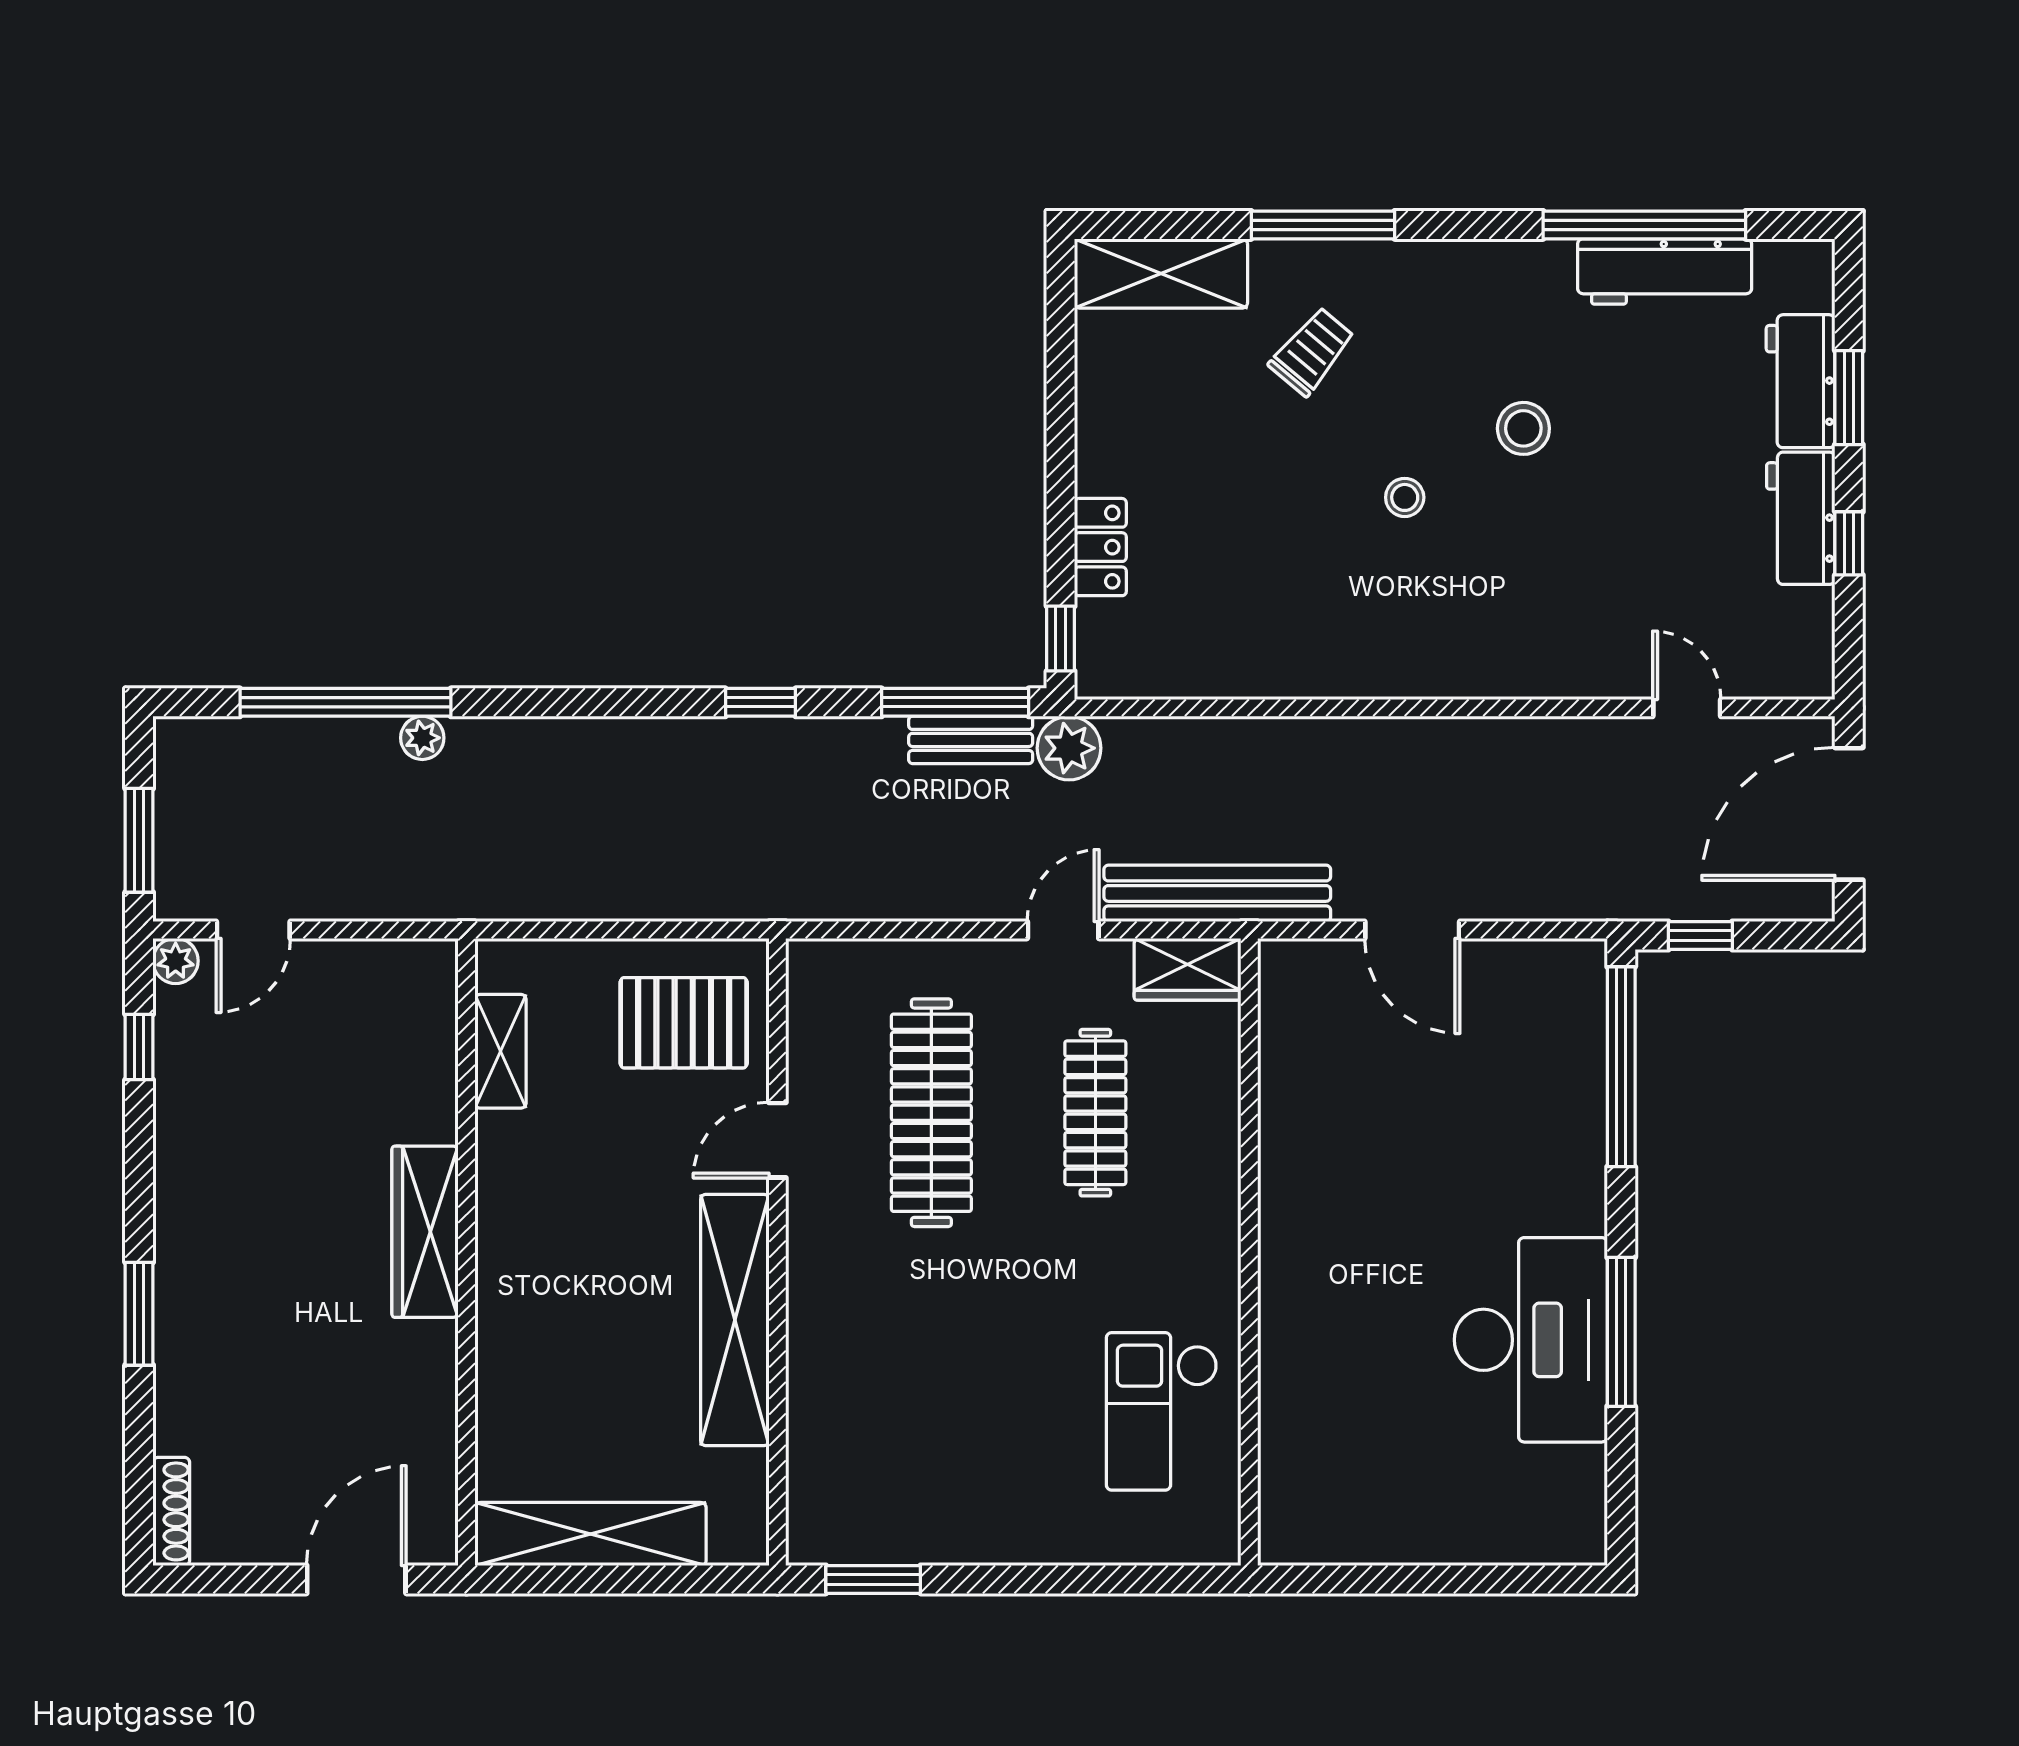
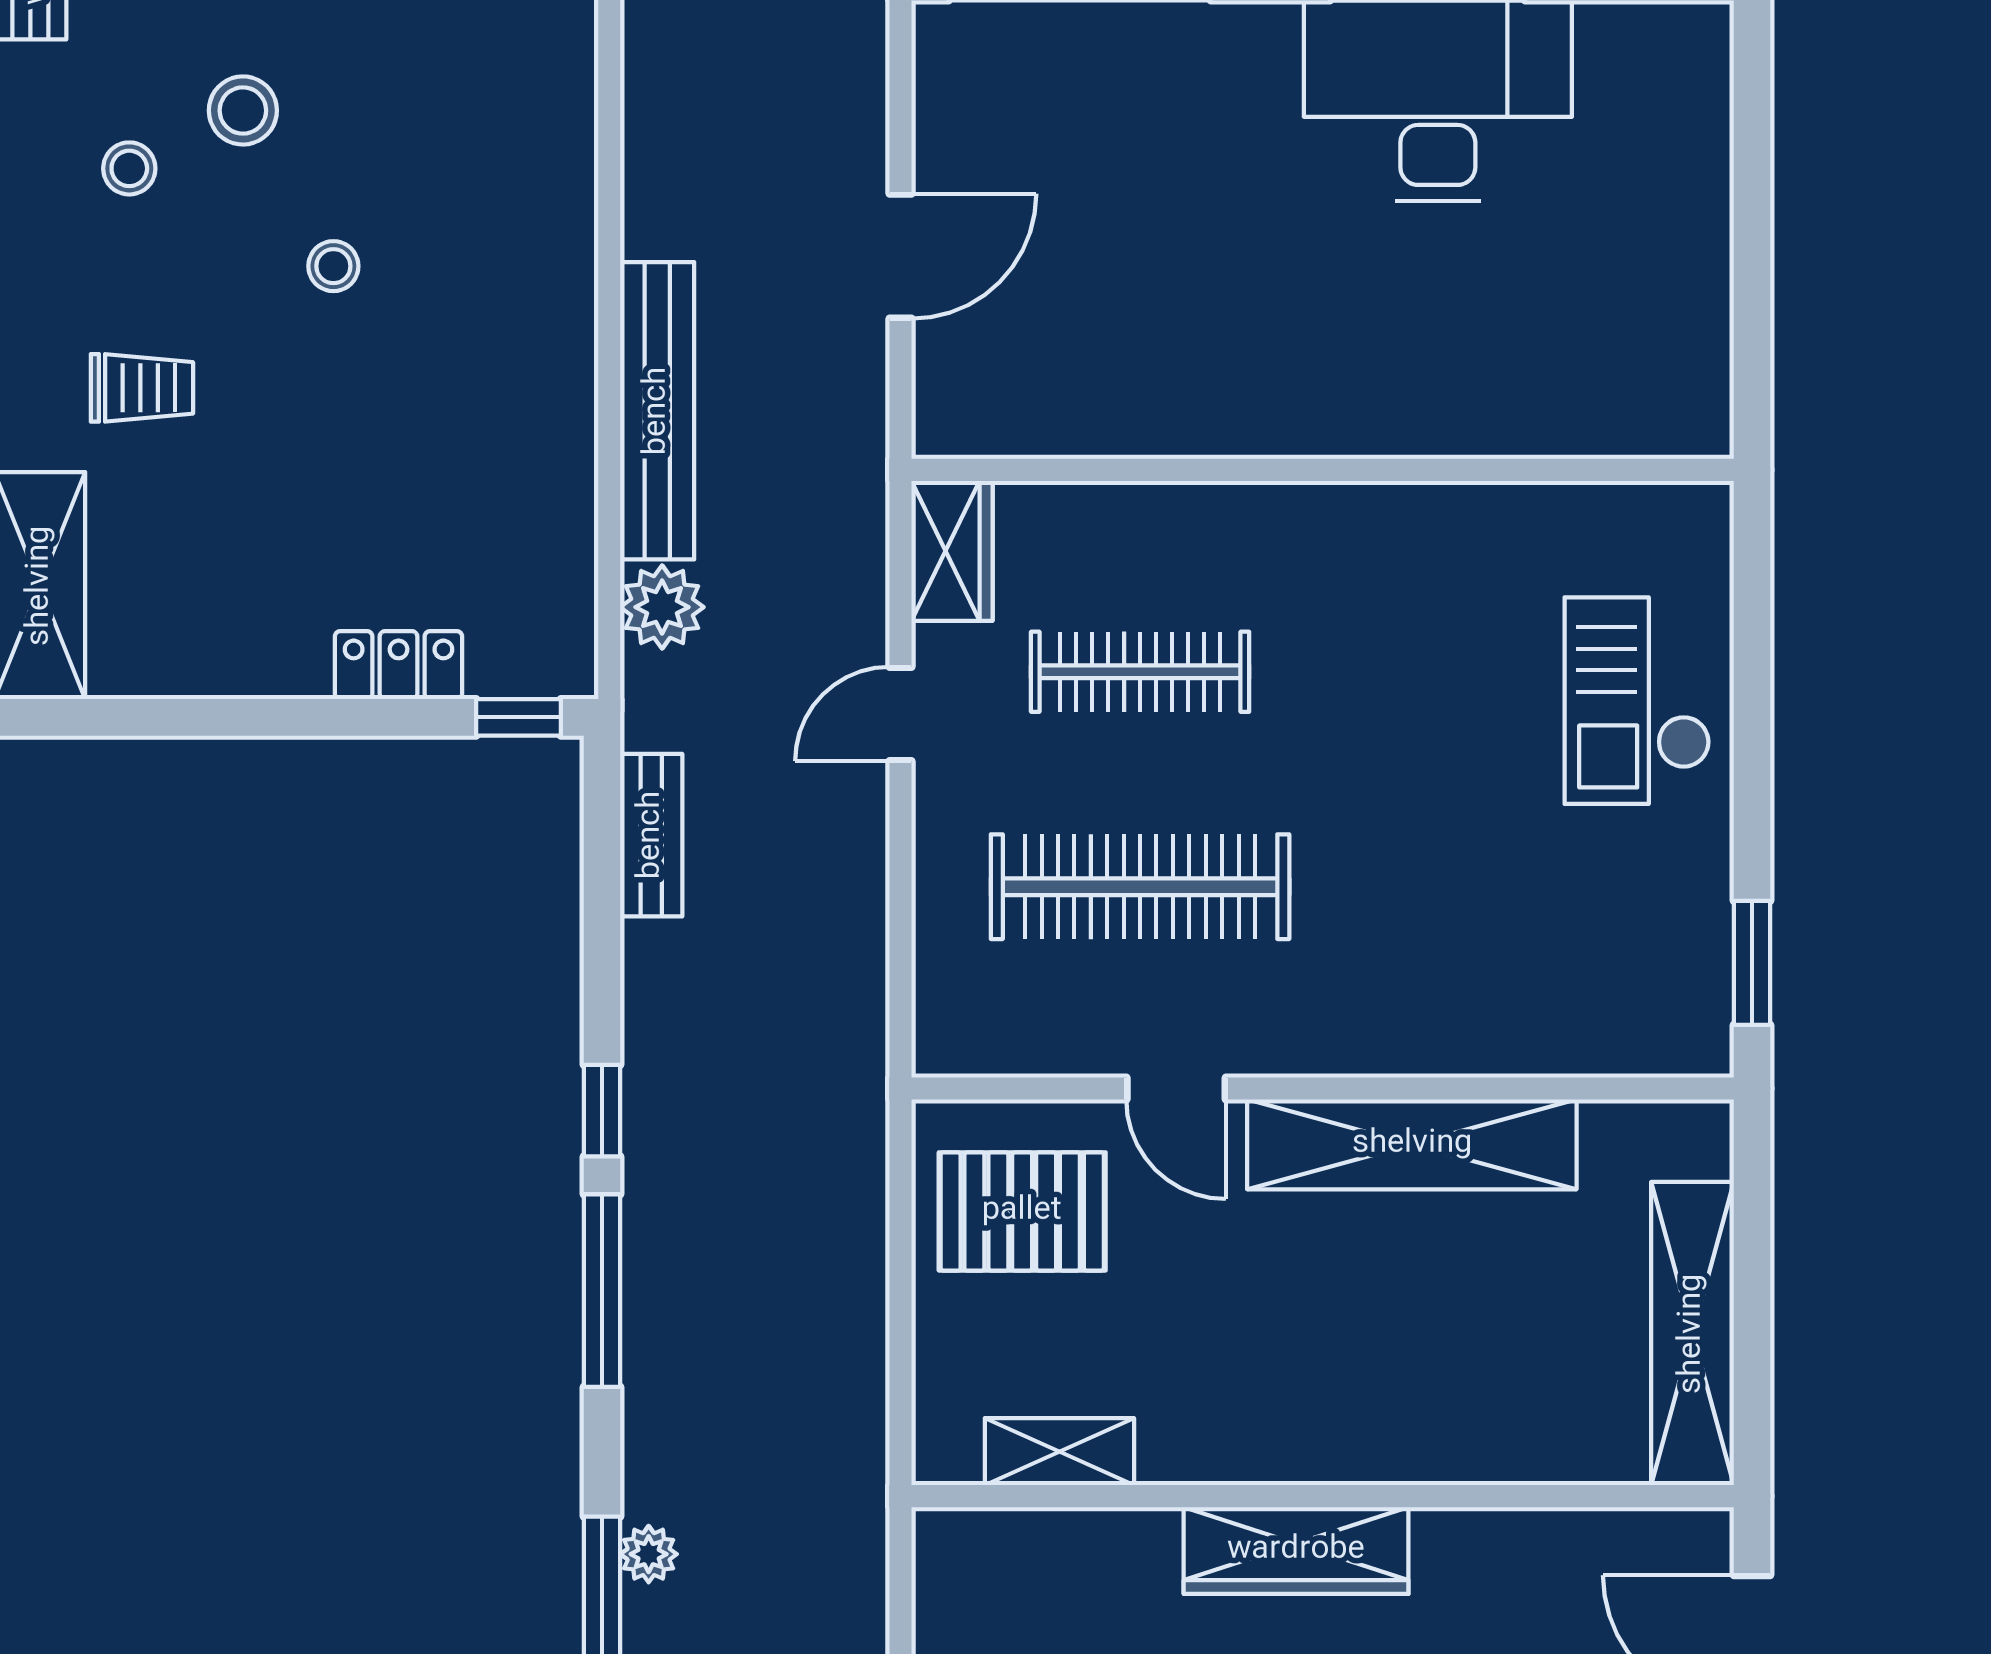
stool: (1479, 342) -> (129, 168), added
trolley: (1312, 351) -> (142, 388), turned 140
window: (955, 702) -> (602, 1291), moved
plant: (1069, 748) -> (662, 607), moved
bench: (1217, 893) -> (657, 411), moved
door: (1063, 930) -> (900, 714), hinge flipped
pallet: (684, 1023) -> (1022, 1211), turned 90
checkout: (1162, 1411) -> (1637, 701), moved, turned 90

